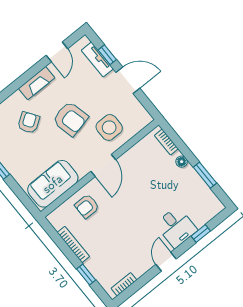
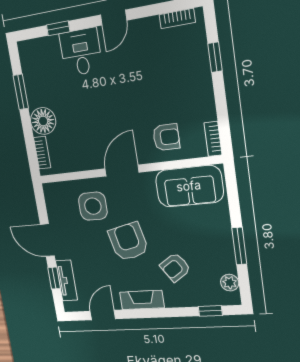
floor lamp: (182, 162) -> (43, 121), width x1.89, depth x1.89
bookcase: (73, 244) -> (213, 139), moved, width x0.64

